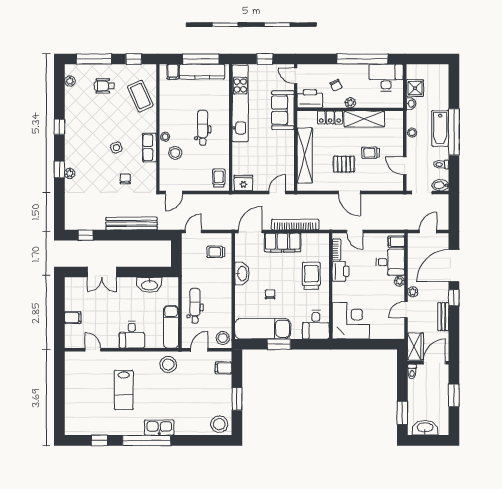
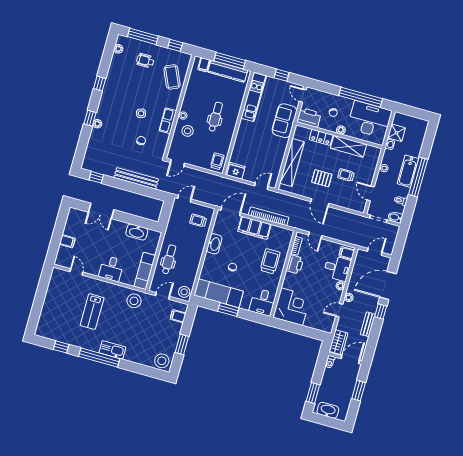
desk: (386, 78) -> (370, 119), width x1.36, depth x1.30
kitchen unit: (240, 103) -> (254, 97), width x0.73

